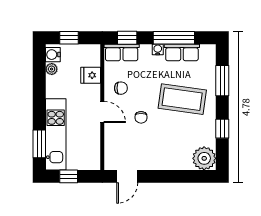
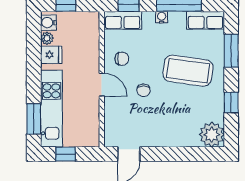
row of seats: (182, 52) -> (205, 20), moved
fridge: (91, 75) -> (51, 55), moved, turned 180

